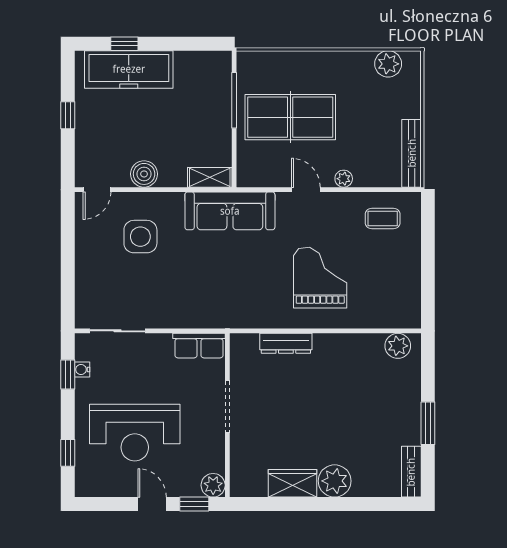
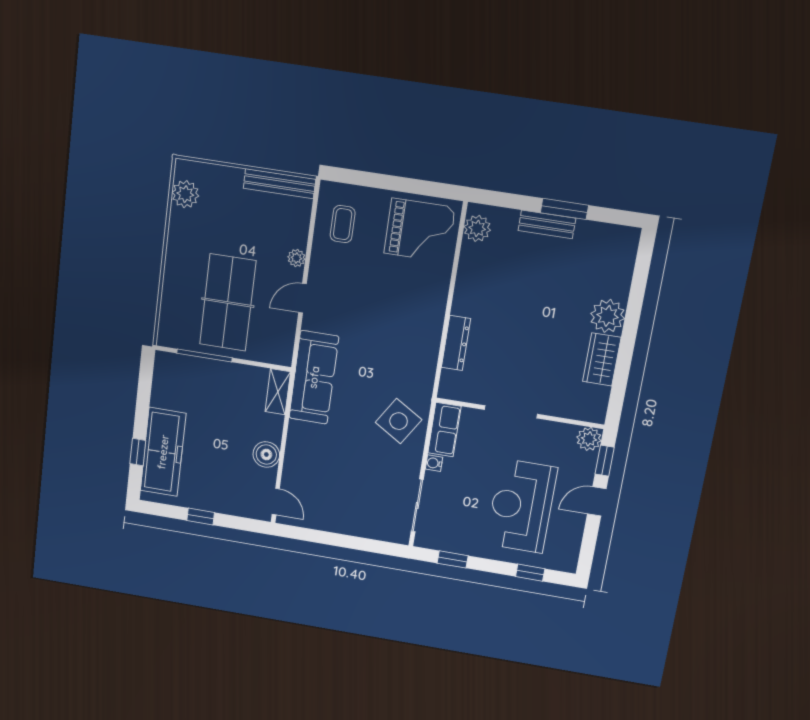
side table: (140, 237) -> (399, 421), moved, turned 32
grand piano: (320, 278) -> (420, 230), moved, turned 180
water cooler: (82, 370) -> (434, 463), moved, turned 90
reception desk: (135, 433) -> (521, 506), turned 180
bench: (411, 472) -> (547, 224), moved

